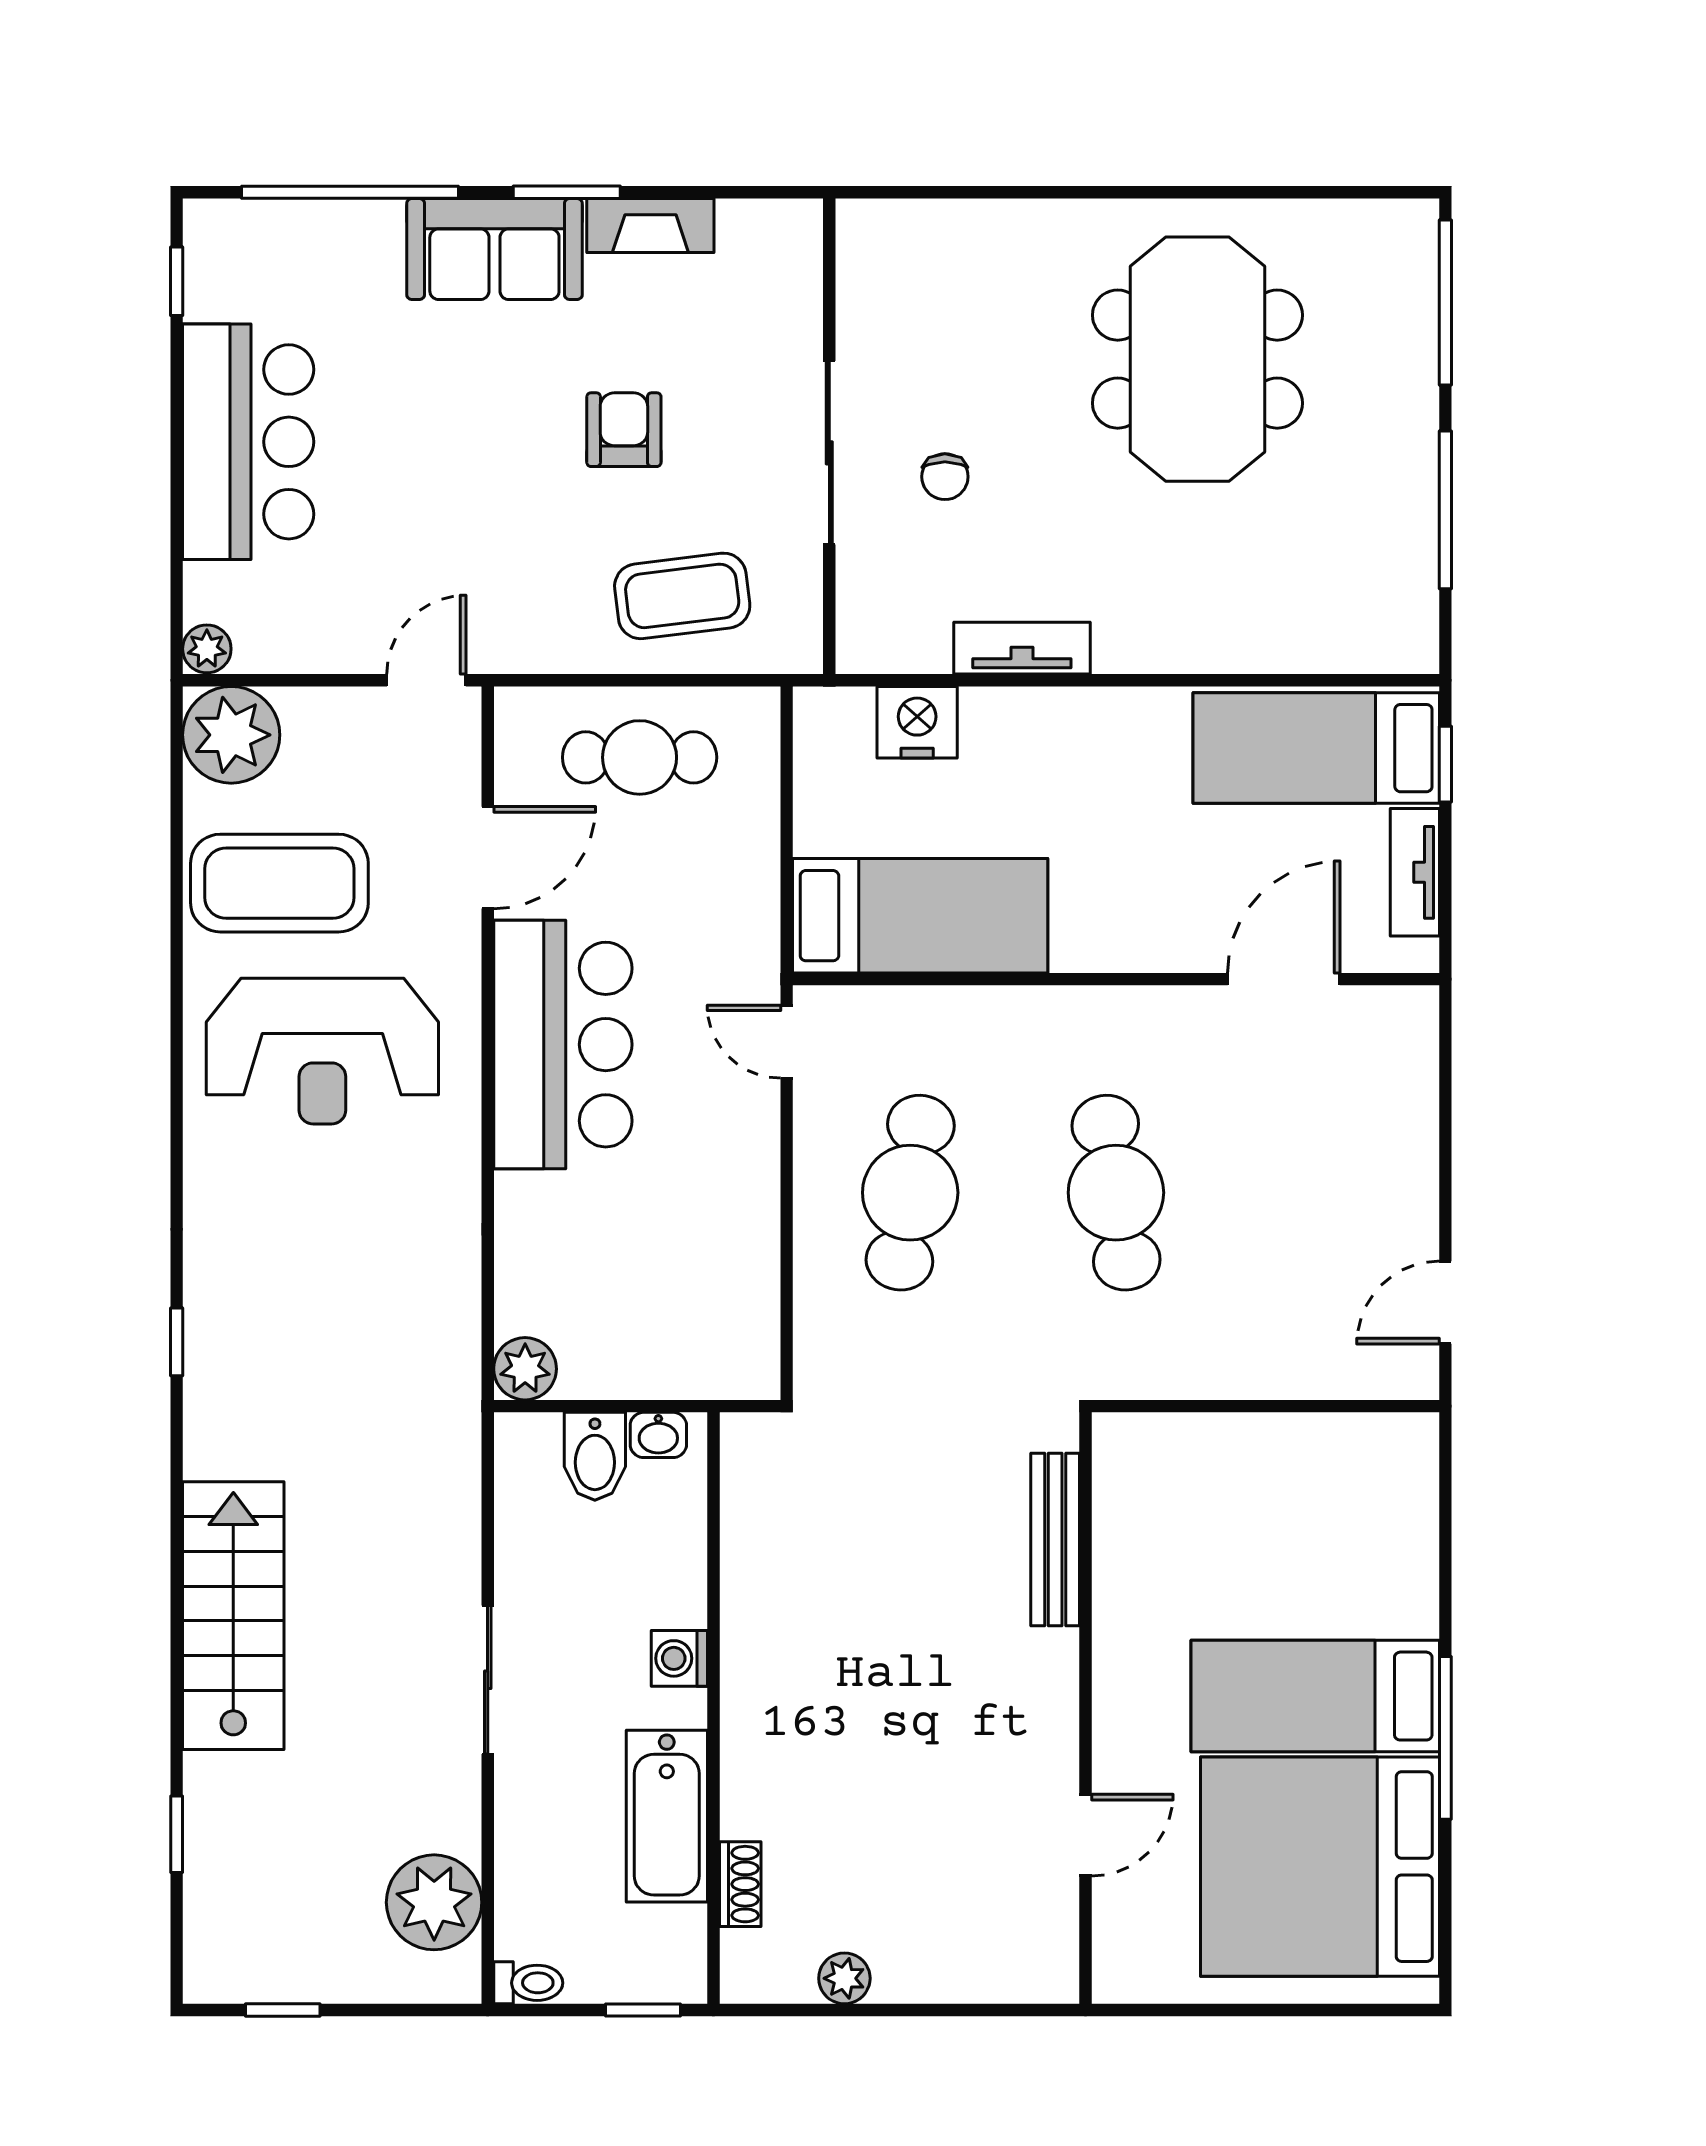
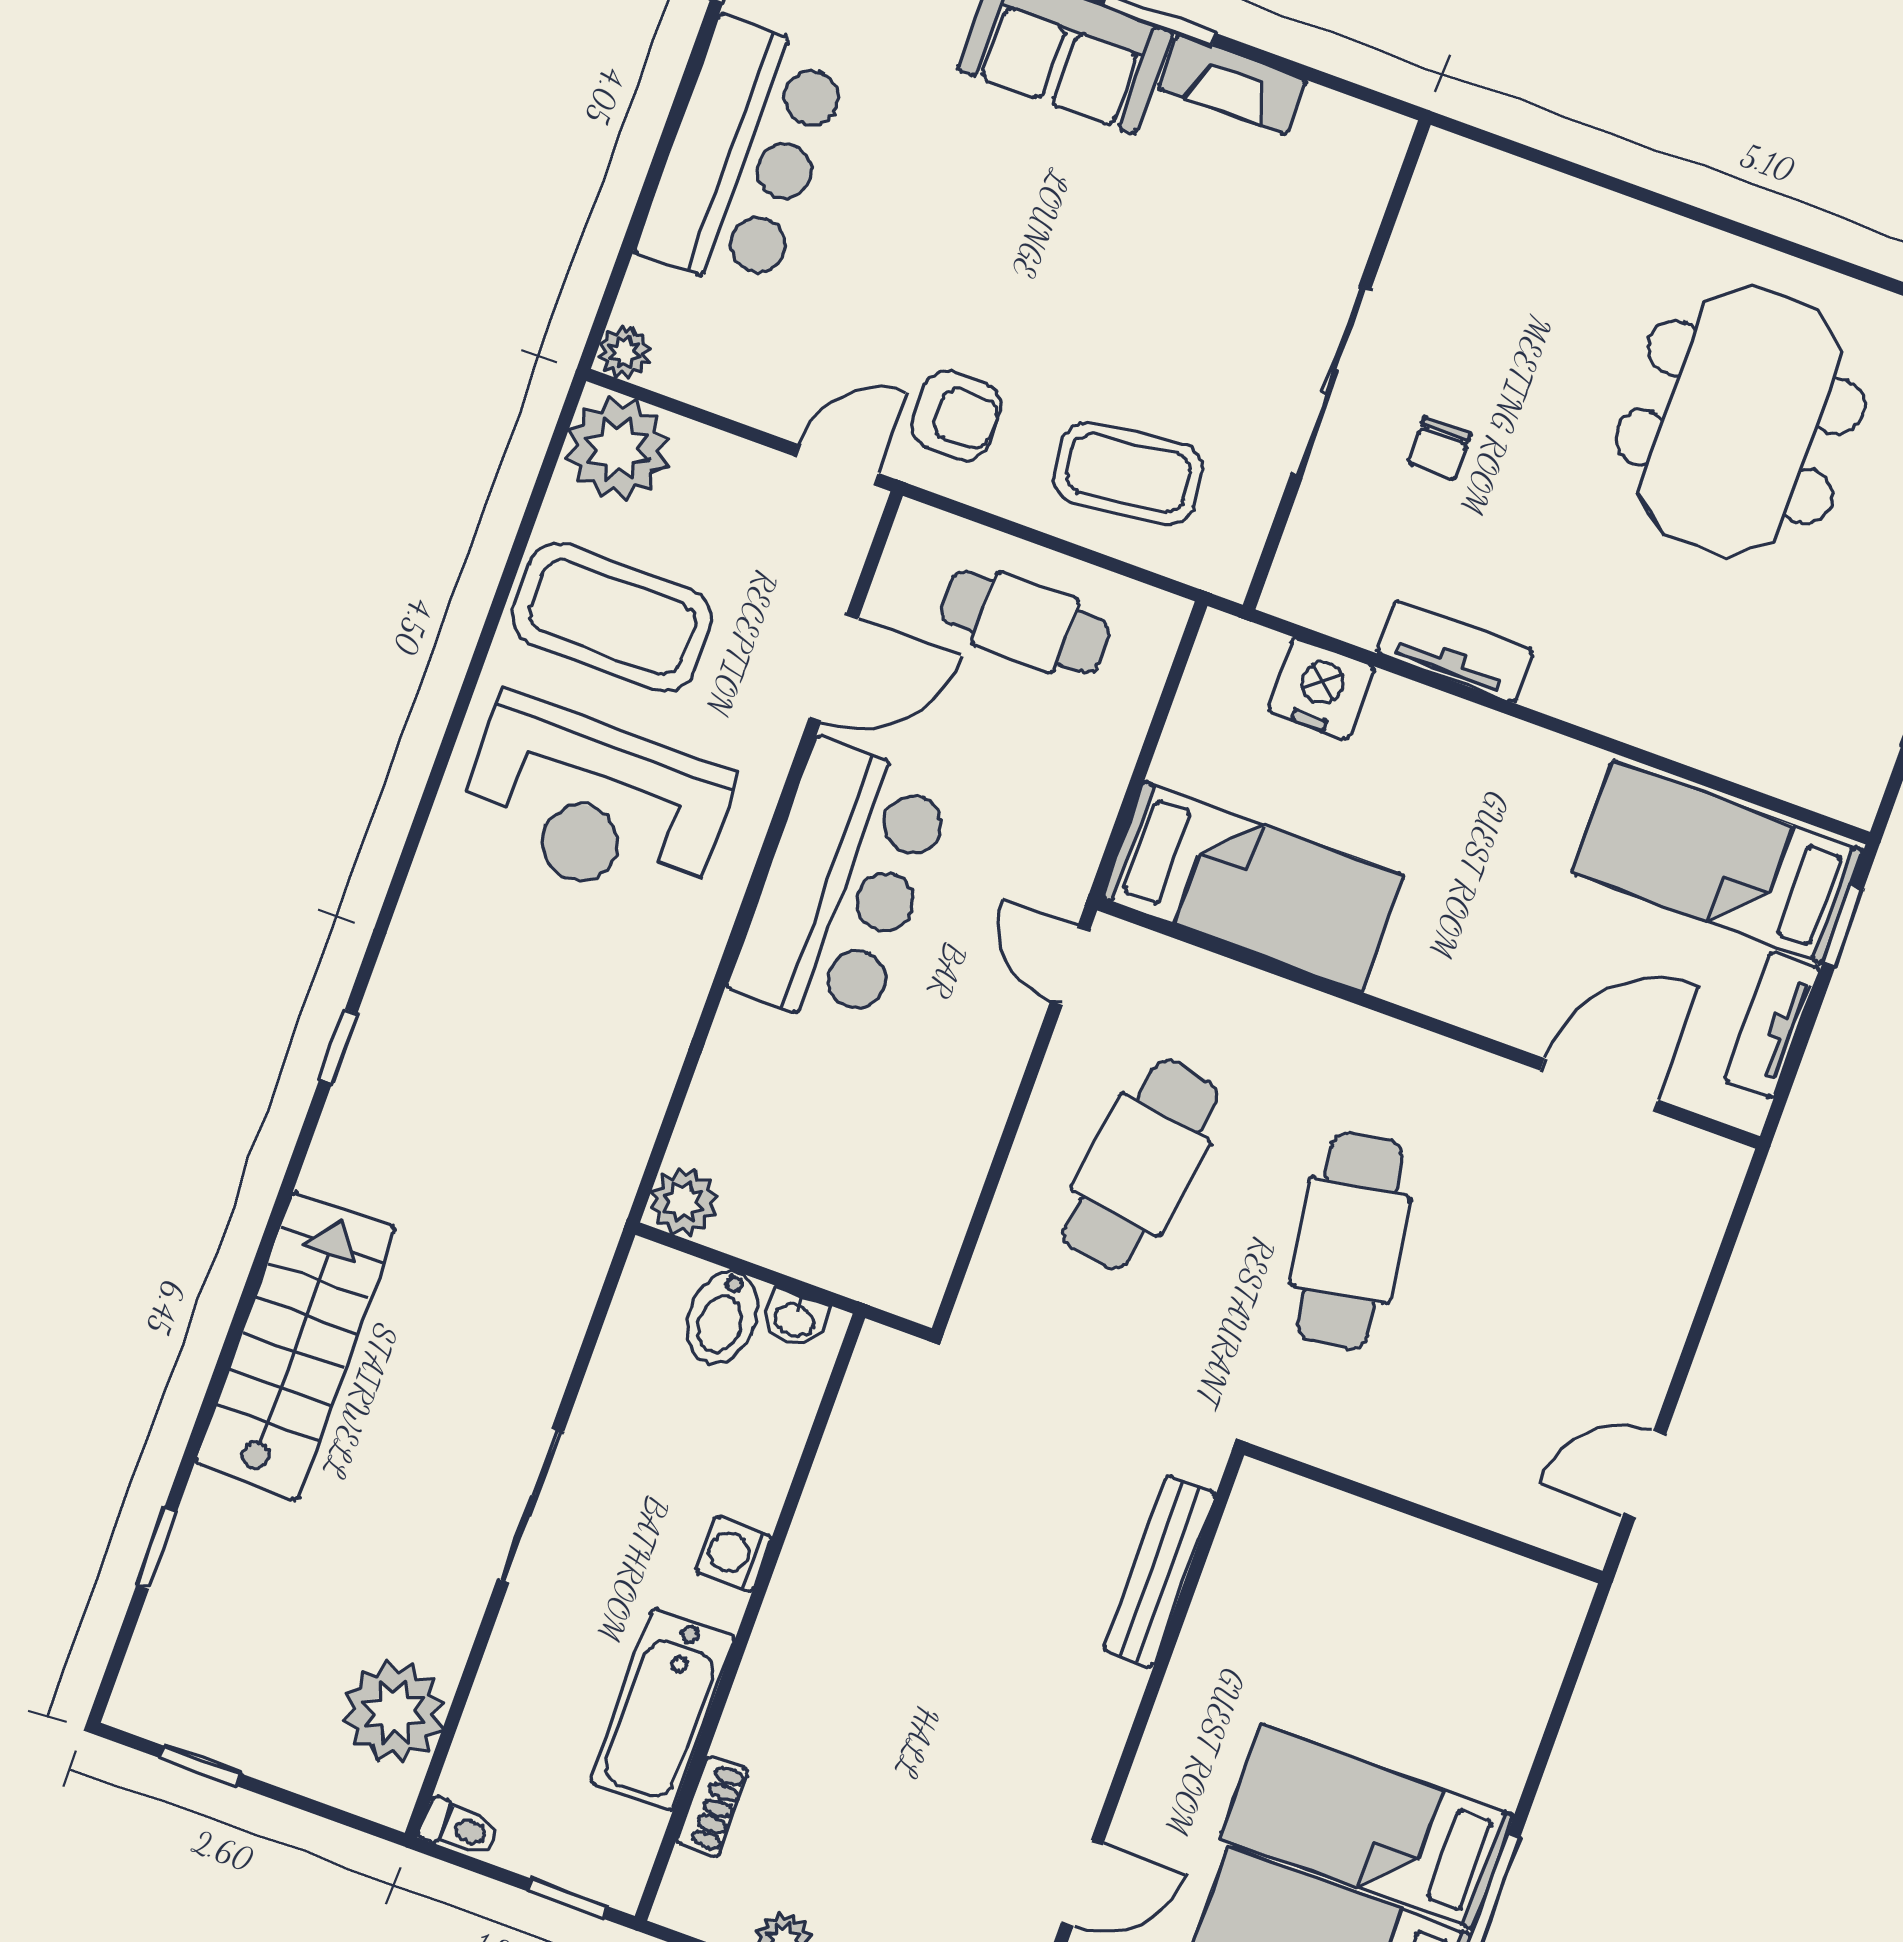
armchair: (624, 430) -> (956, 416), moved, turned 90

